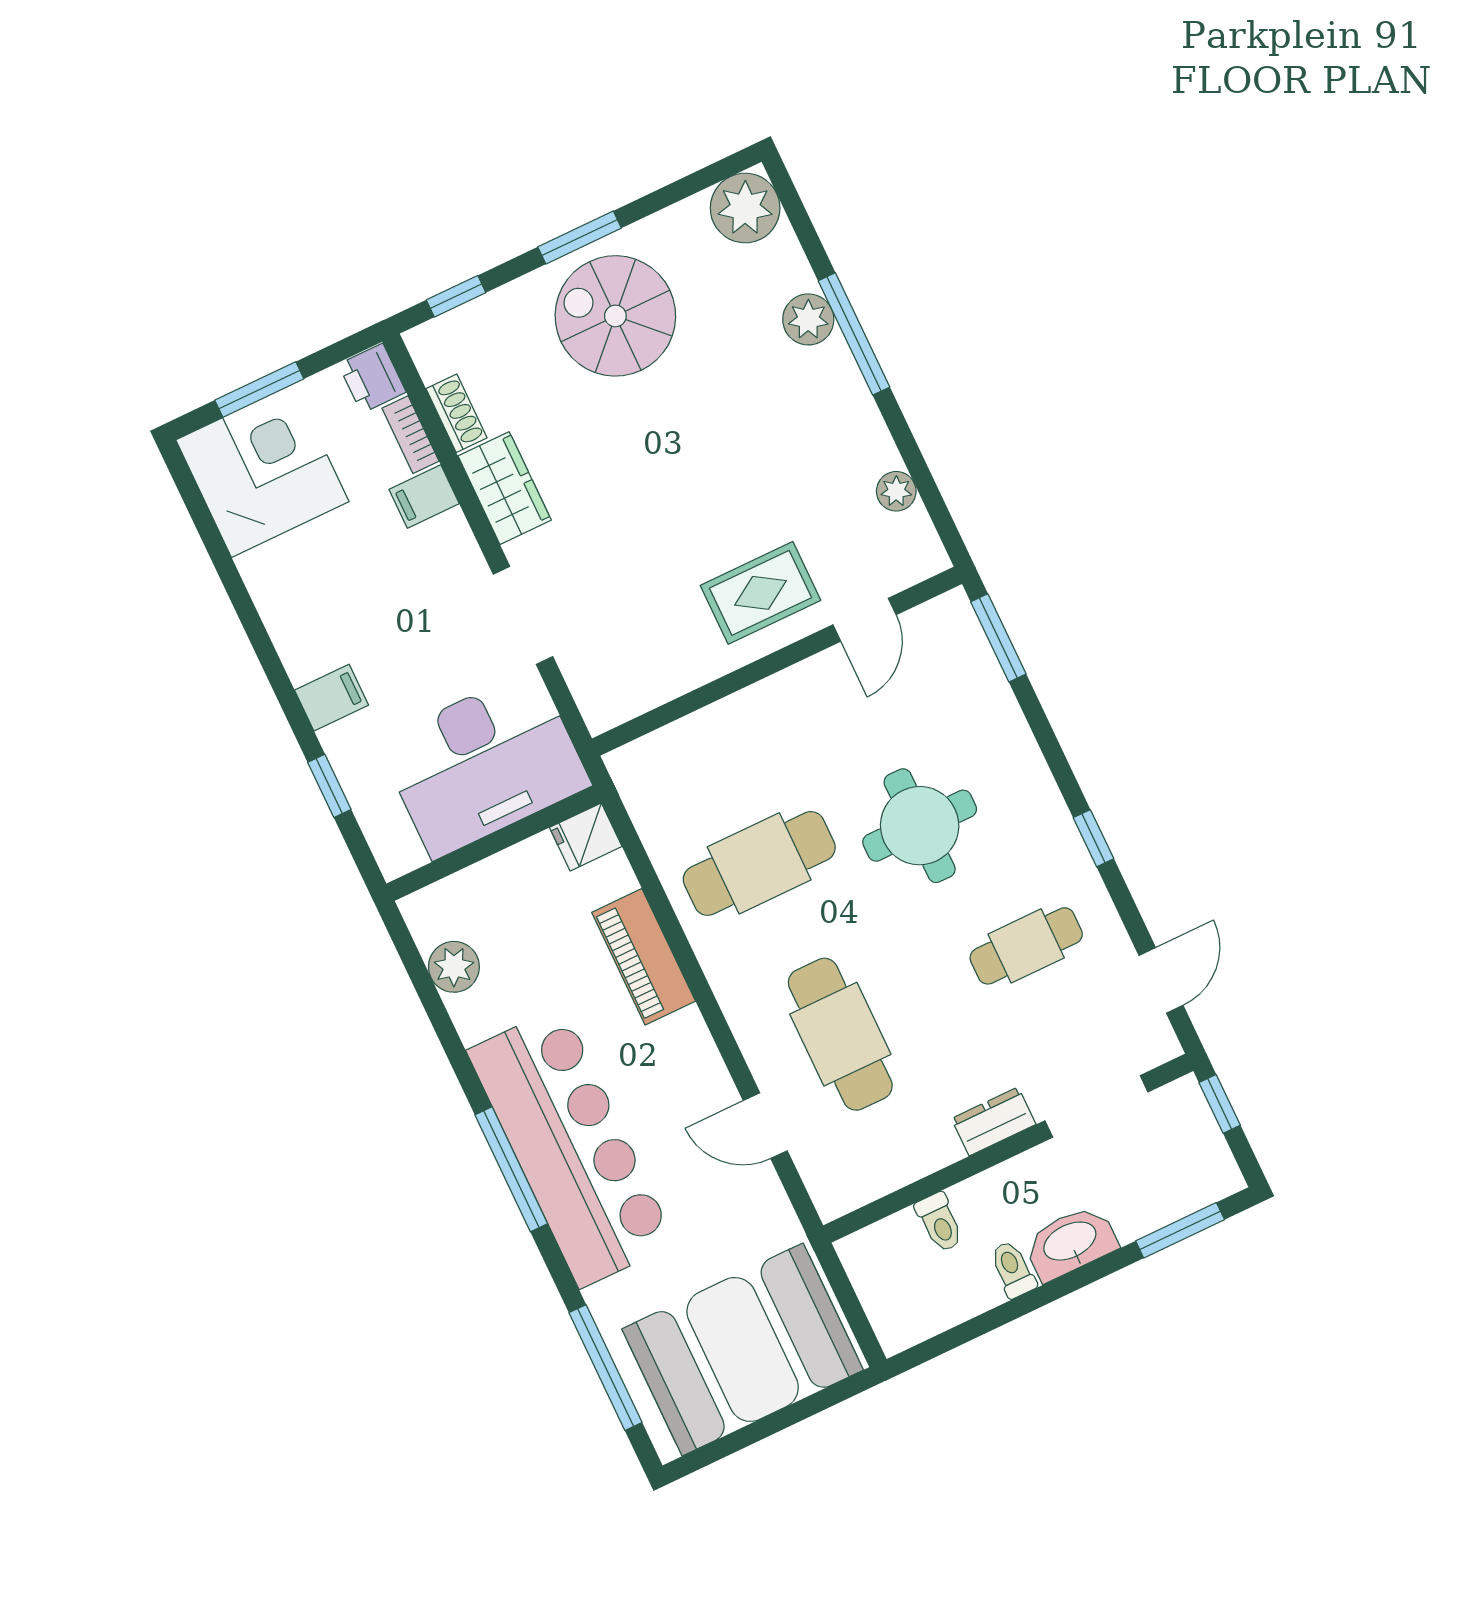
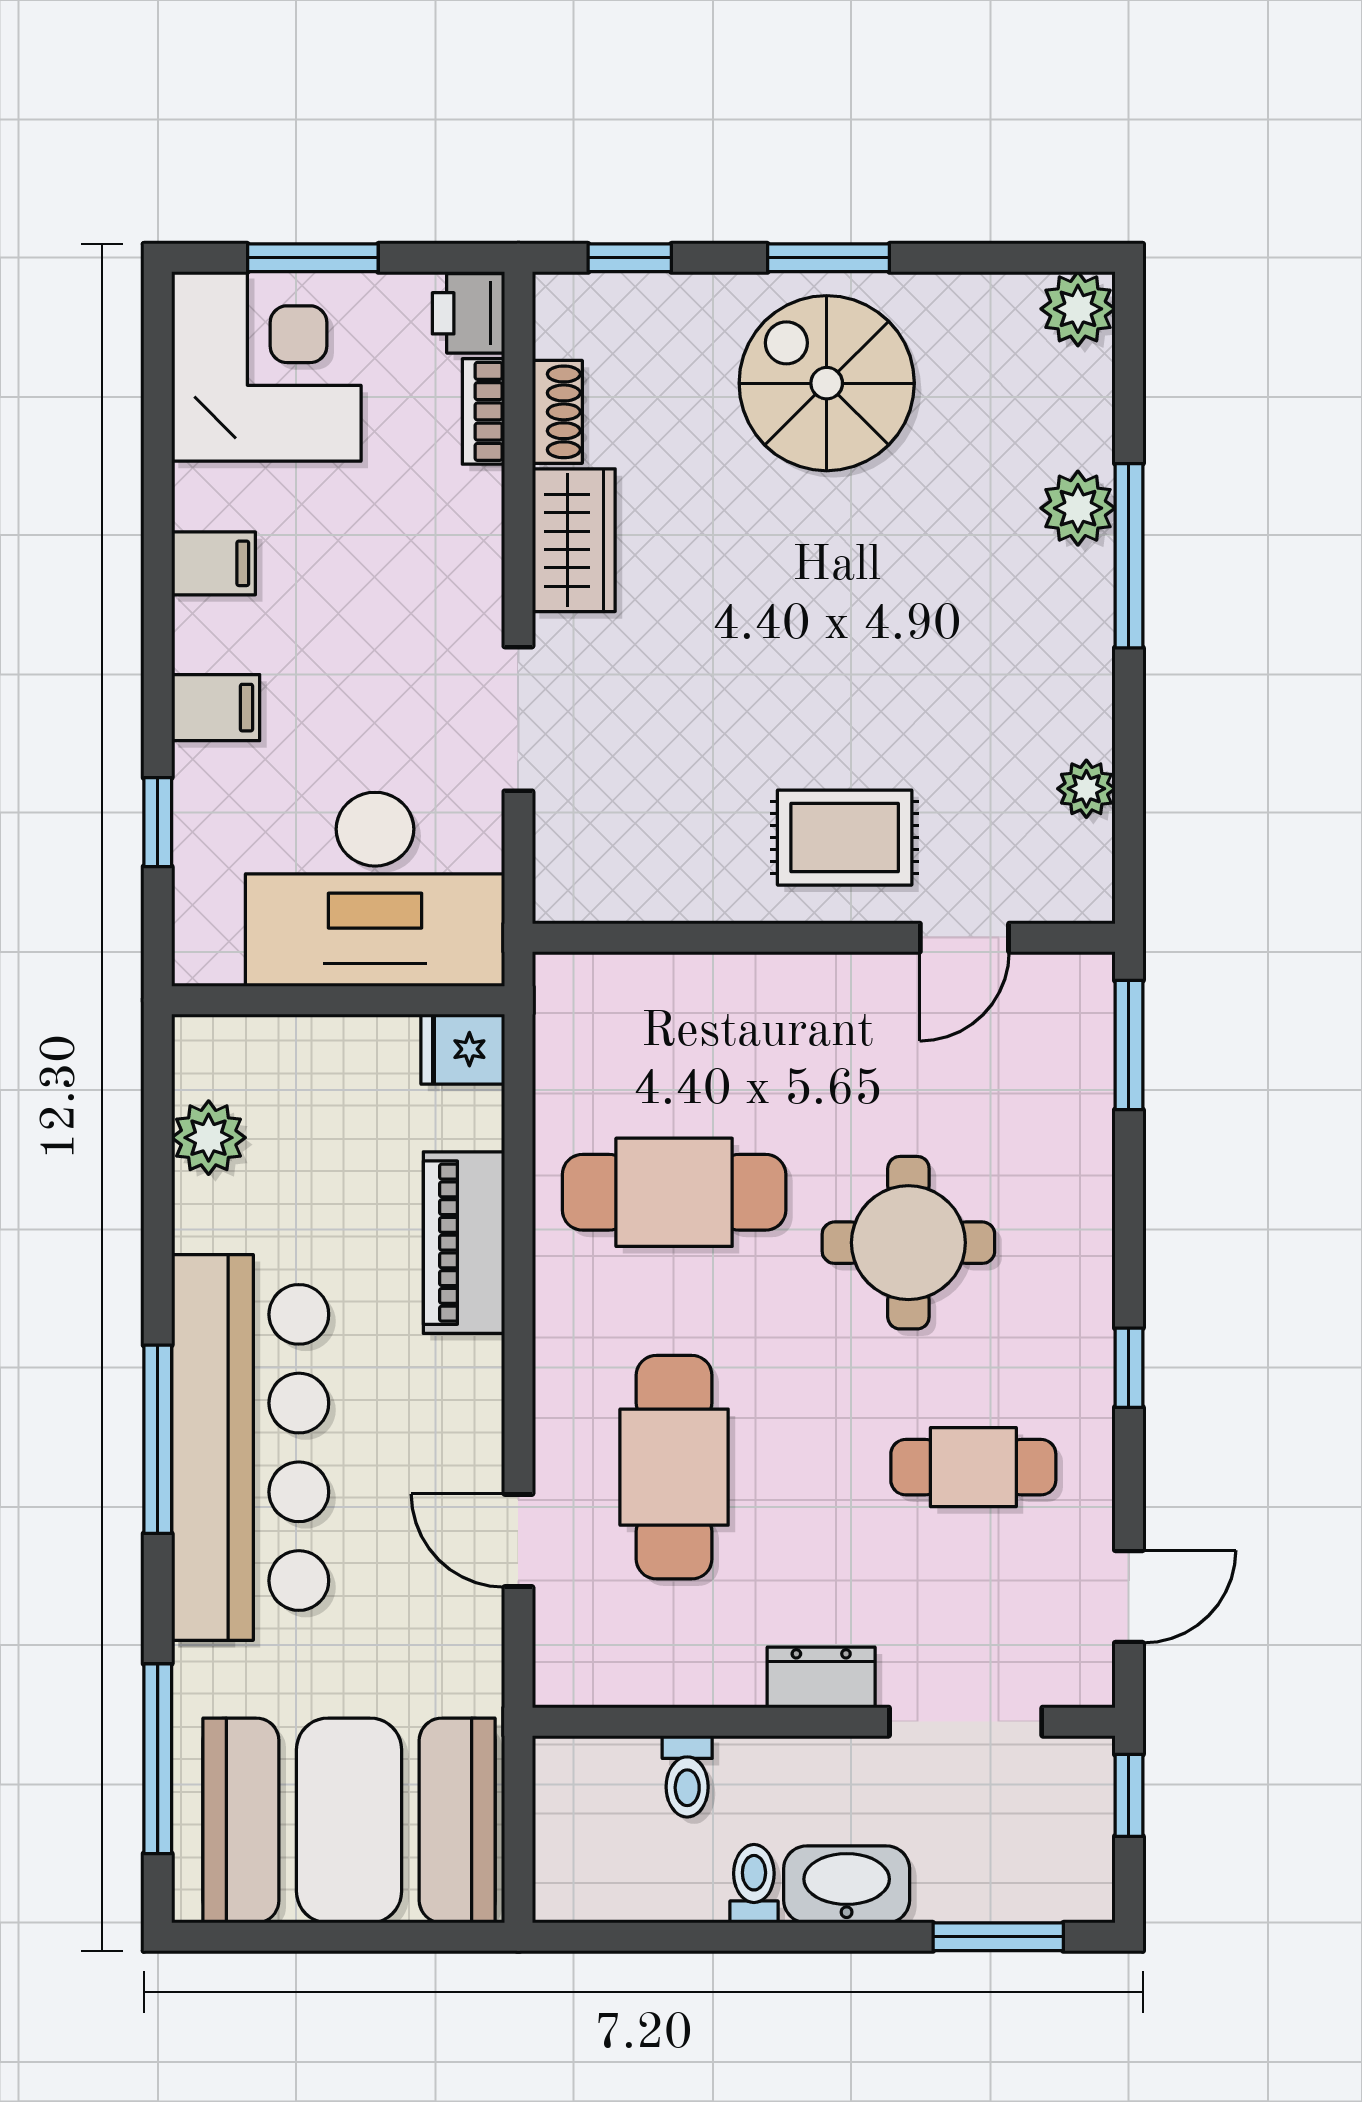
plant: (745, 208) -> (1078, 309), width x0.73, depth x0.73
filing cabinet: (424, 497) -> (213, 563), moved, turned 180

